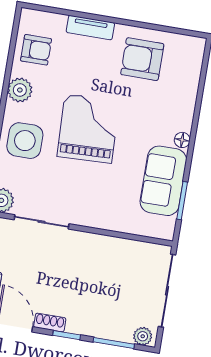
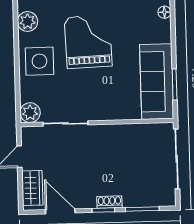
floor lamp: (182, 140) -> (164, 12), moved
sofa: (163, 181) -> (157, 82), width x1.36
shoe rack: (50, 323) -> (109, 202), moved
plant: (143, 336) -> (164, 199), removed

